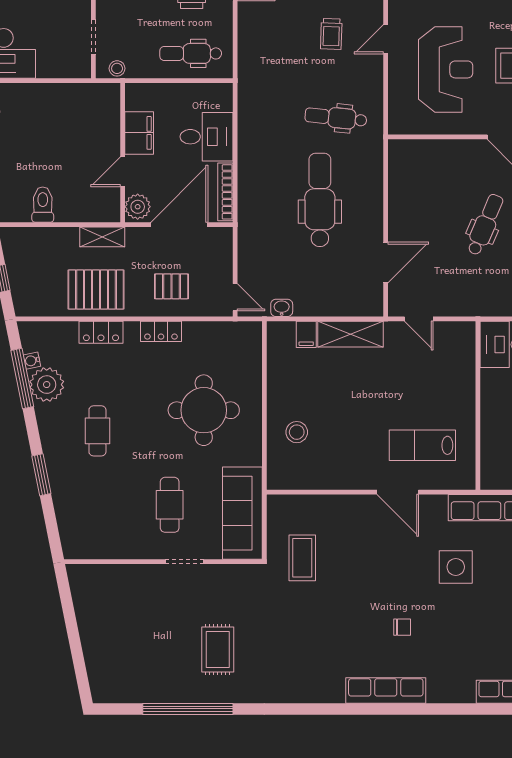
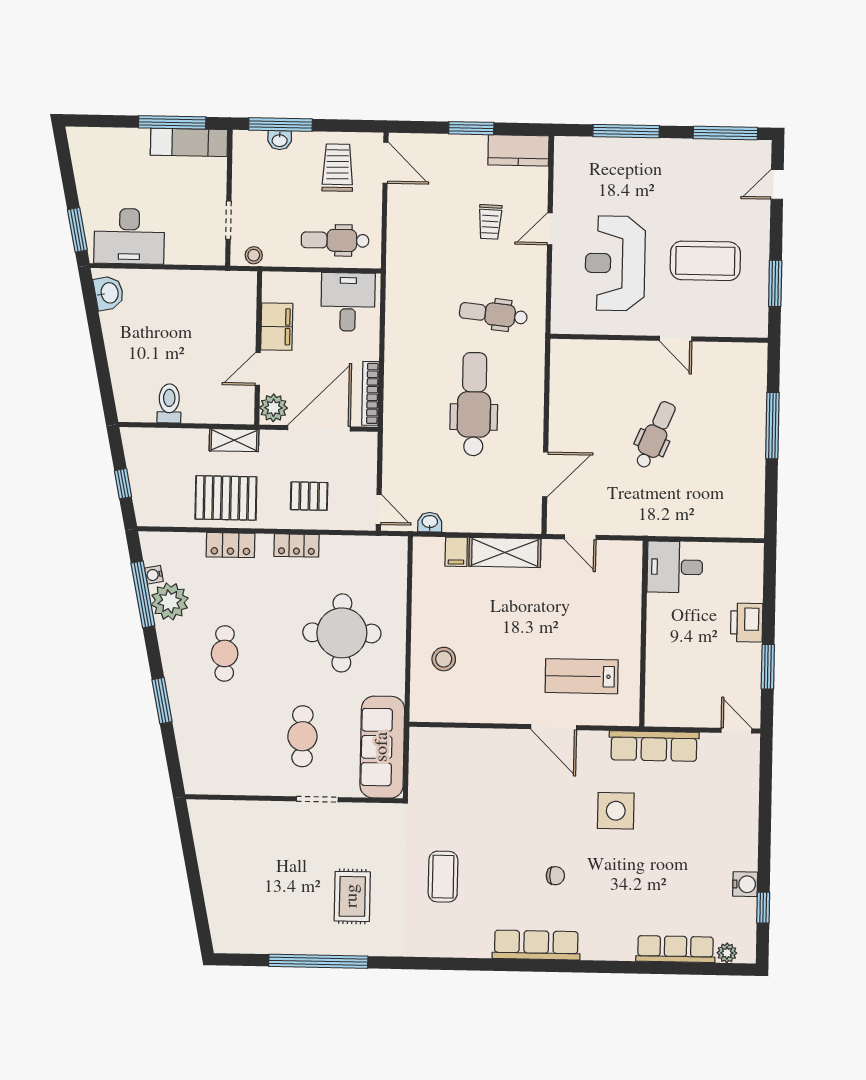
reception desk: (446, 69) -> (615, 263), turned 180
desk: (207, 137) -> (348, 302), moved, turned -90
coffee table: (302, 558) -> (443, 877), moved

